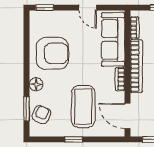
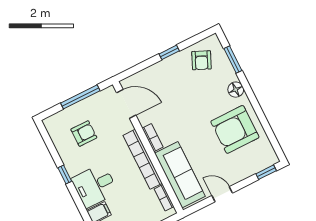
coffee table: (83, 106) -> (176, 91), removed
armchair: (41, 115) -> (201, 60), moved

